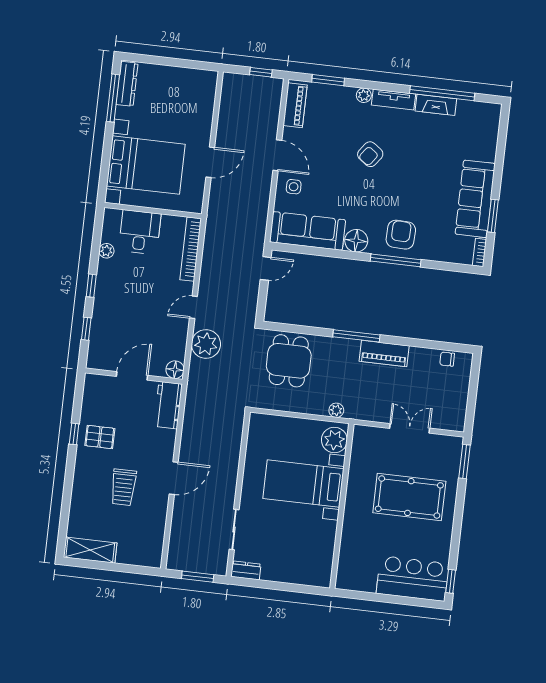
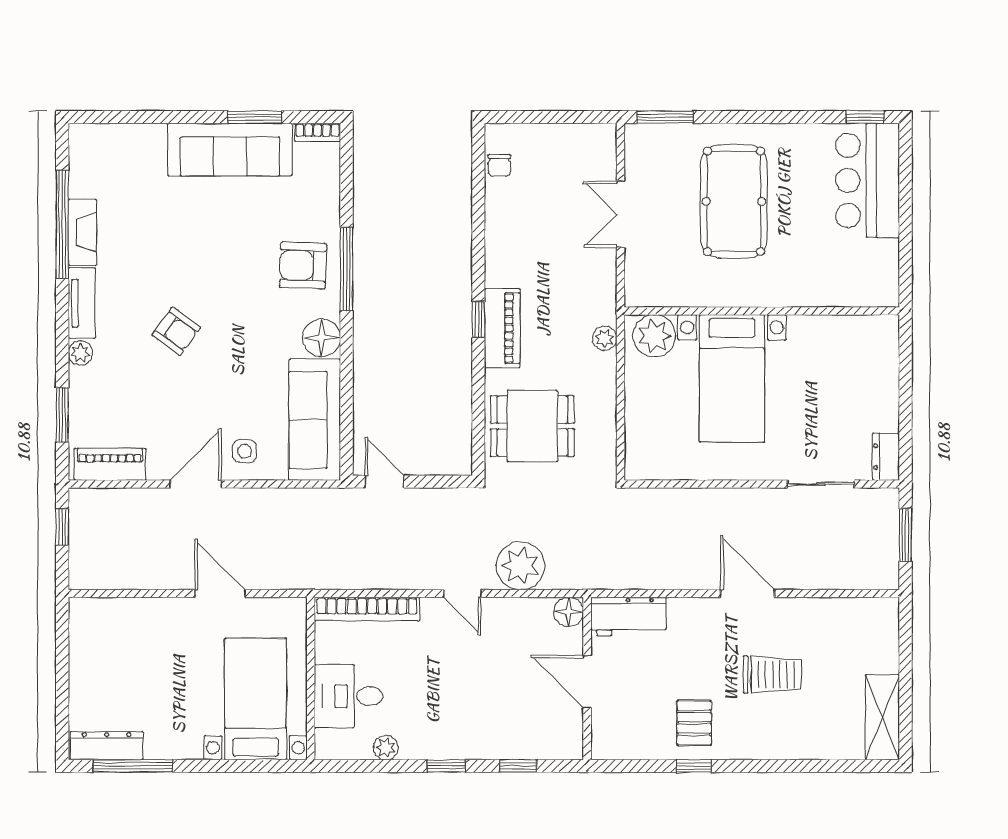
bed with nightstands: (146, 165) -> (256, 699), width x0.73
window: (356, 336) -> (478, 319), width x0.46
piano: (384, 354) -> (502, 328), moved

